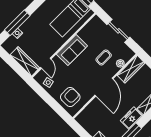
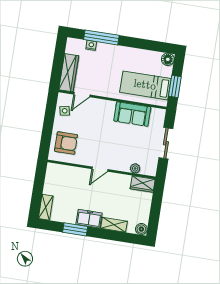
sofa: (72, 50) -> (132, 114), moved
coffee table: (104, 57) -> (129, 148), removed
wardrobe: (131, 69) -> (143, 184), width x0.67
door: (104, 87) -> (100, 169), width x0.53

